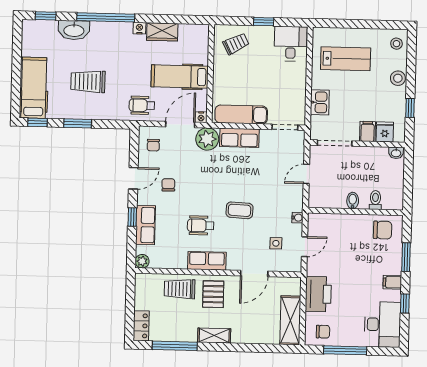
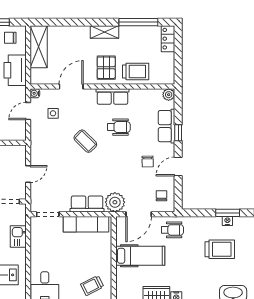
nightstand: (201, 117) -> (227, 221), moved
coffee table: (240, 210) -> (85, 141), turned 42
water cooler: (297, 218) -> (35, 93), moved

